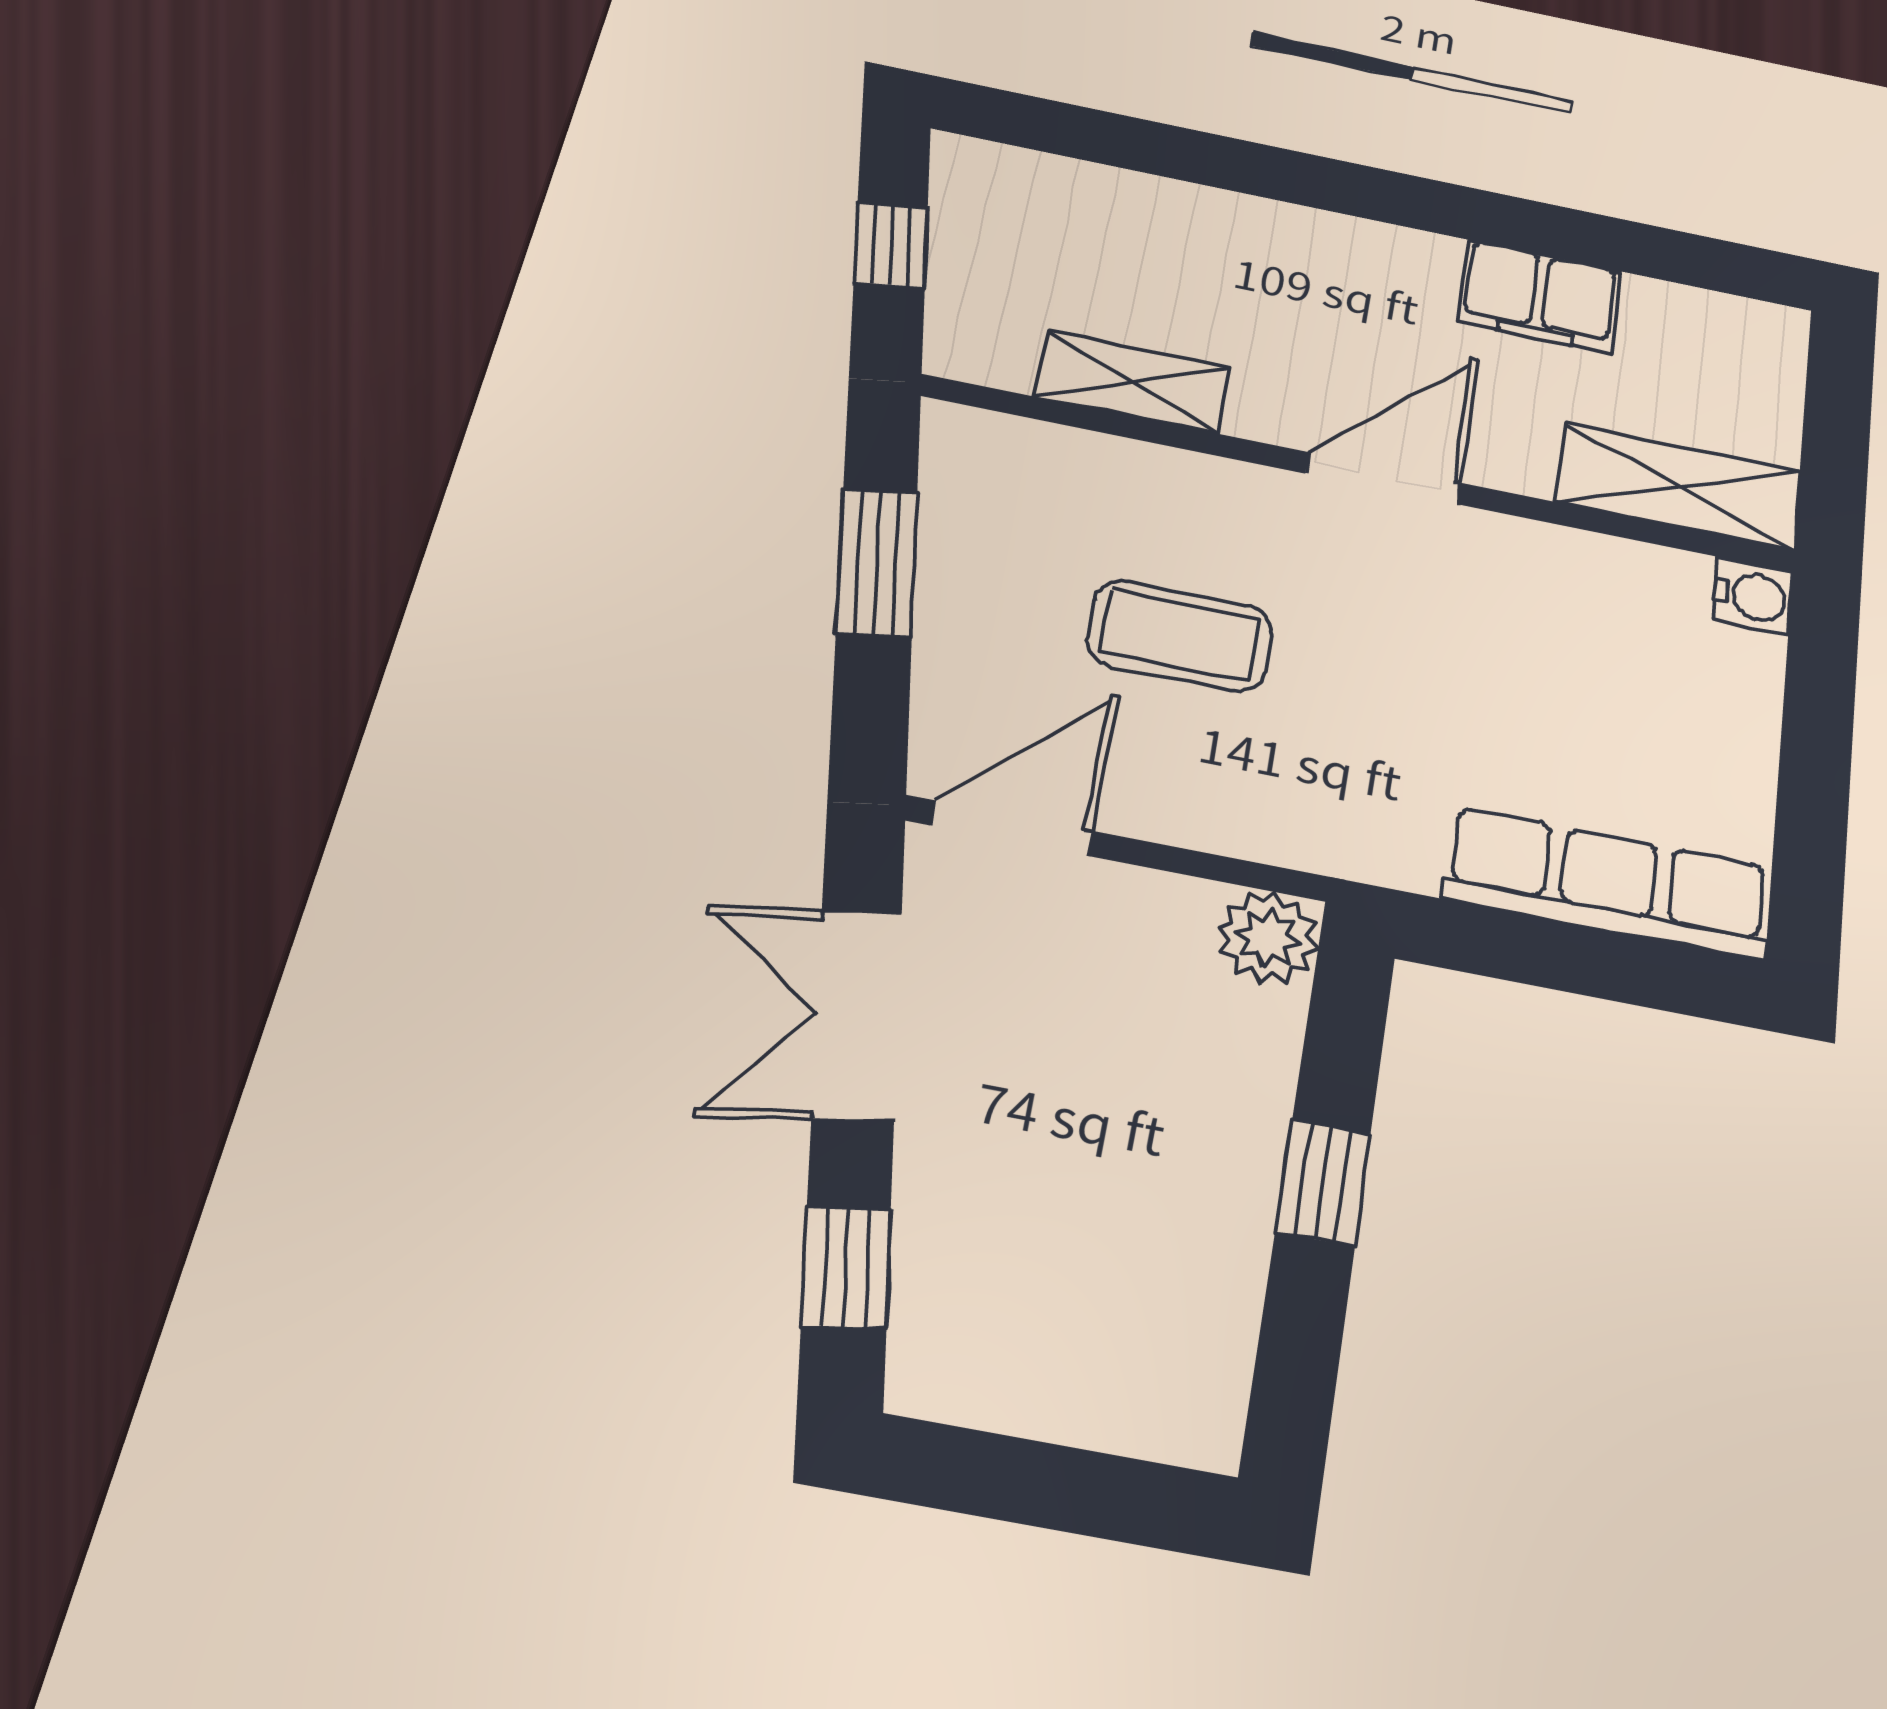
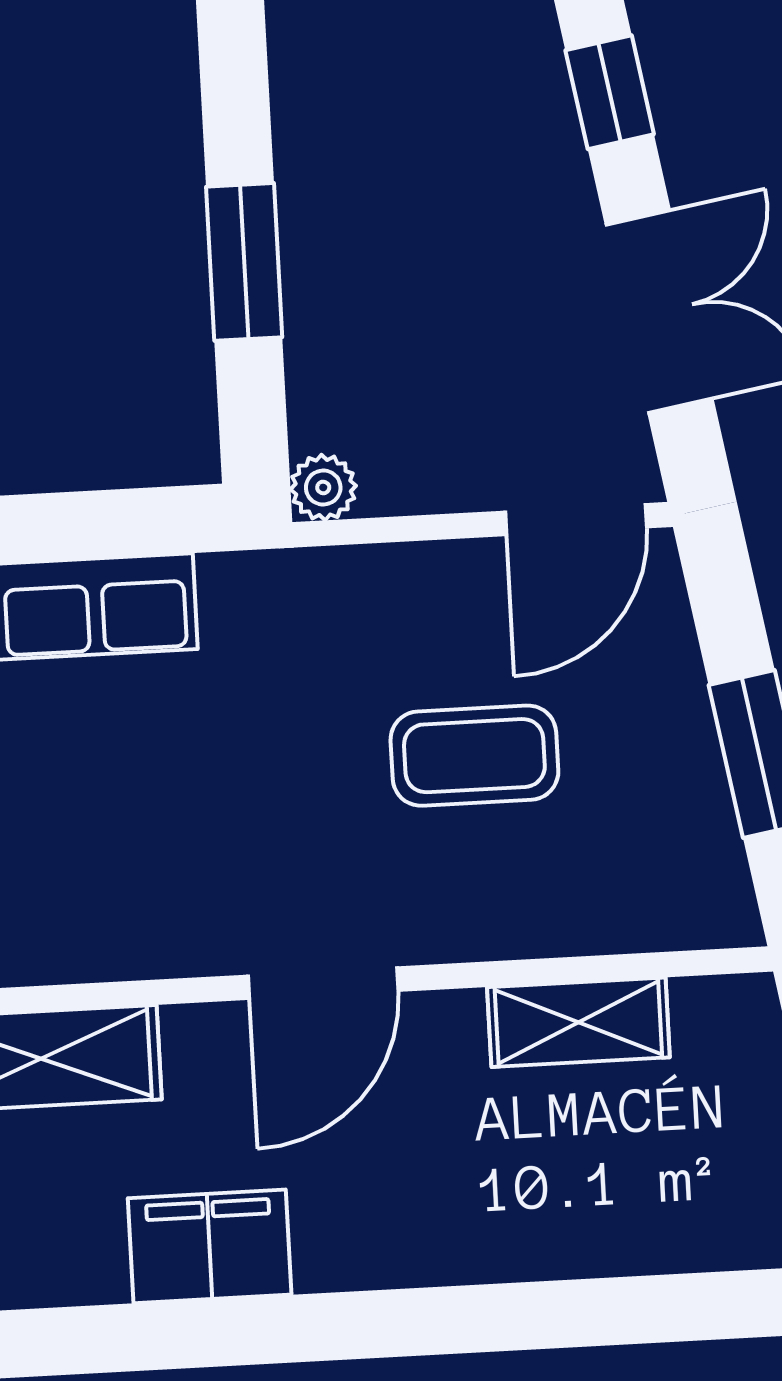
plant: (1268, 937) -> (323, 488), width x0.73, depth x0.73
window: (1323, 1182) -> (244, 262), width x1.50

